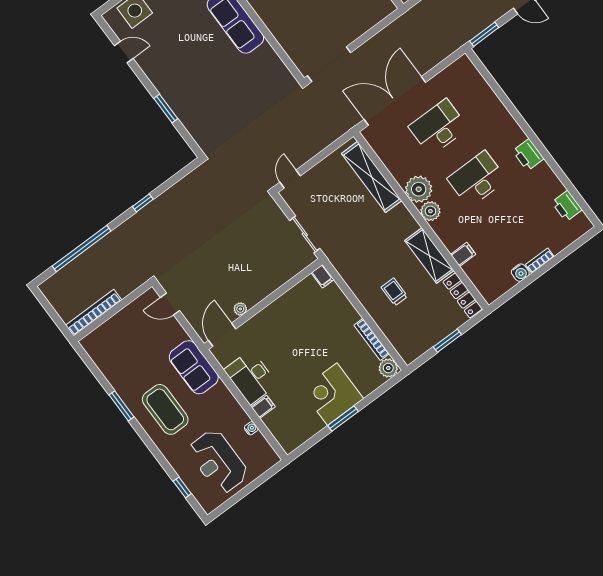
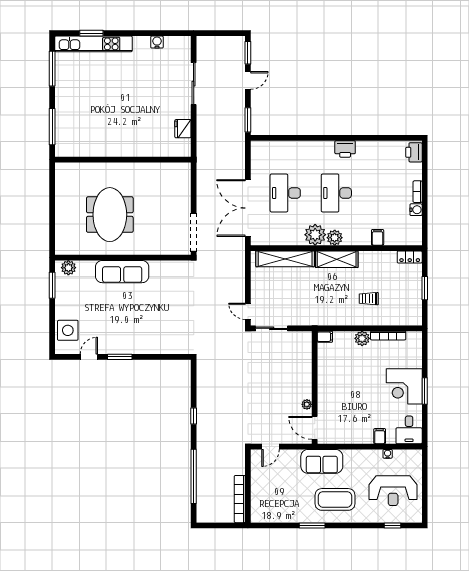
window: (166, 108) -> (120, 357), moved
printer: (567, 206) -> (414, 152), moved, turned 90
sliding door: (305, 234) -> (272, 328), moved
shelving: (429, 255) -> (337, 259), moved
locker: (463, 295) -> (410, 257), width x0.66
plant: (388, 368) -> (362, 338), moved
desk: (251, 377) -> (409, 430), moved, width x0.73

